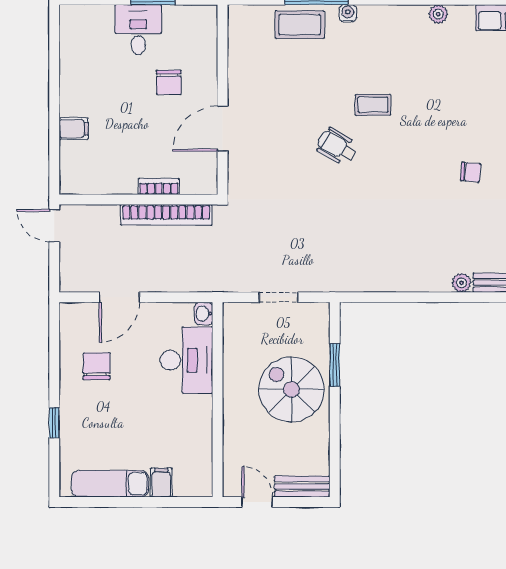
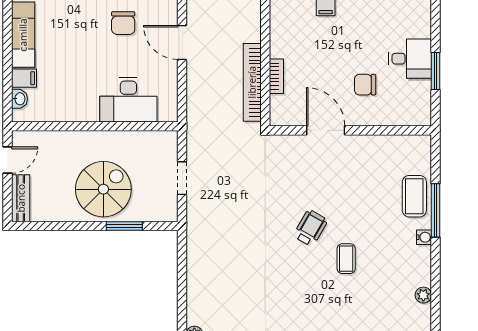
plant: (438, 14) -> (423, 295), moved
washbasin: (204, 314) -> (19, 99), moved, turned 90
chair: (97, 366) -> (123, 23), turned 90

